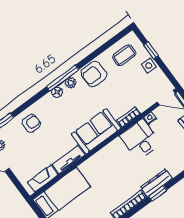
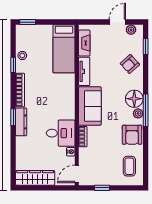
window: (151, 50) -> (102, 188), moved
side table: (149, 66) -> (109, 178), removed
armchair: (94, 74) -> (132, 135), turned 180
floor lamp: (57, 92) -> (134, 99), width x1.89, depth x1.89
armchair: (31, 123) -> (130, 64), turned 48

